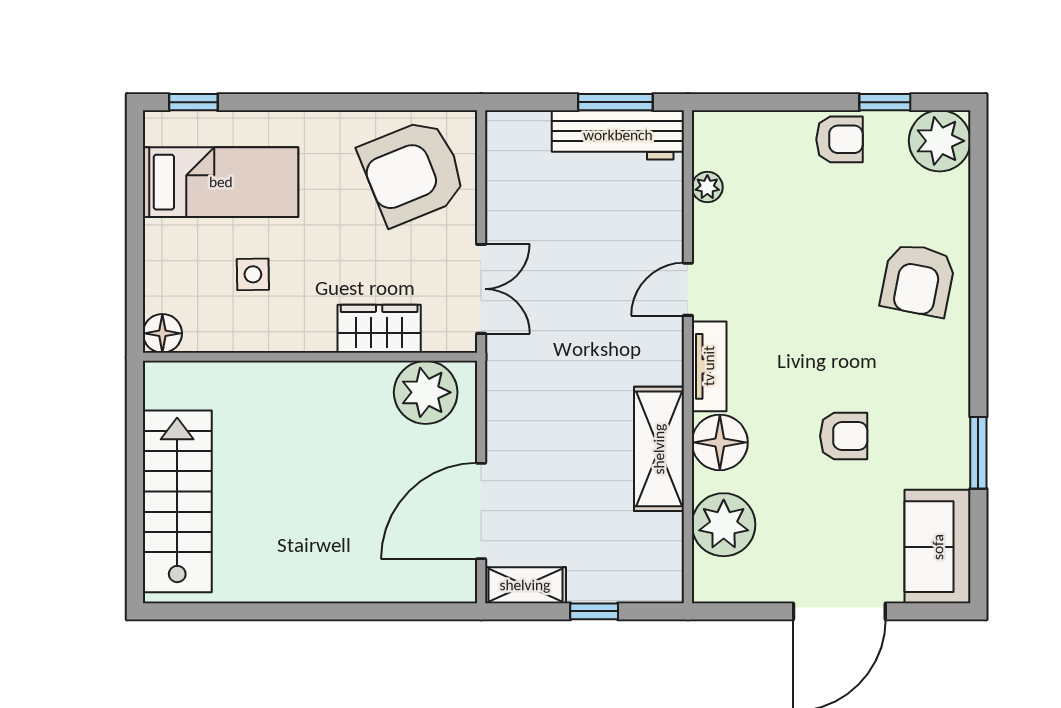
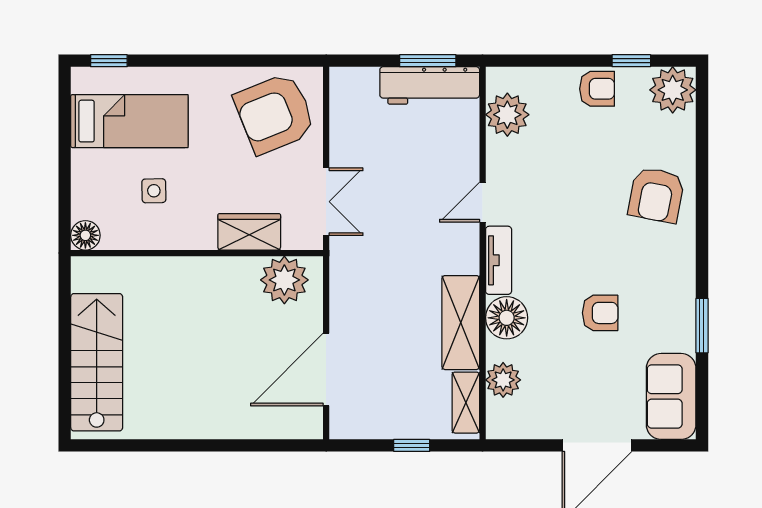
plant: (707, 187) -> (507, 115), width x1.88, depth x1.88
plant: (724, 525) -> (503, 380), width x0.73, depth x0.73
shelving: (525, 585) -> (466, 403), moved, turned 90

